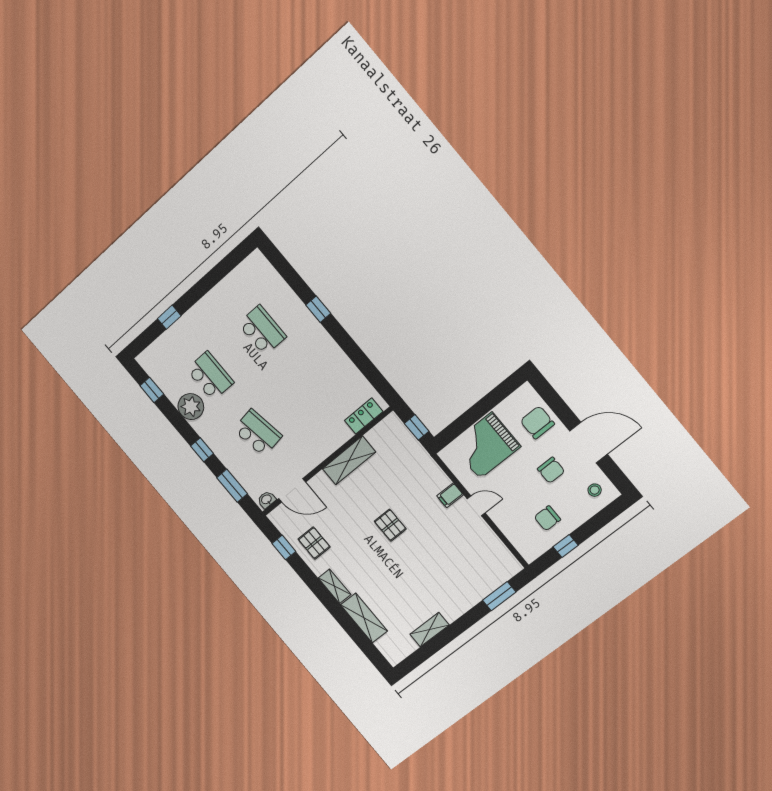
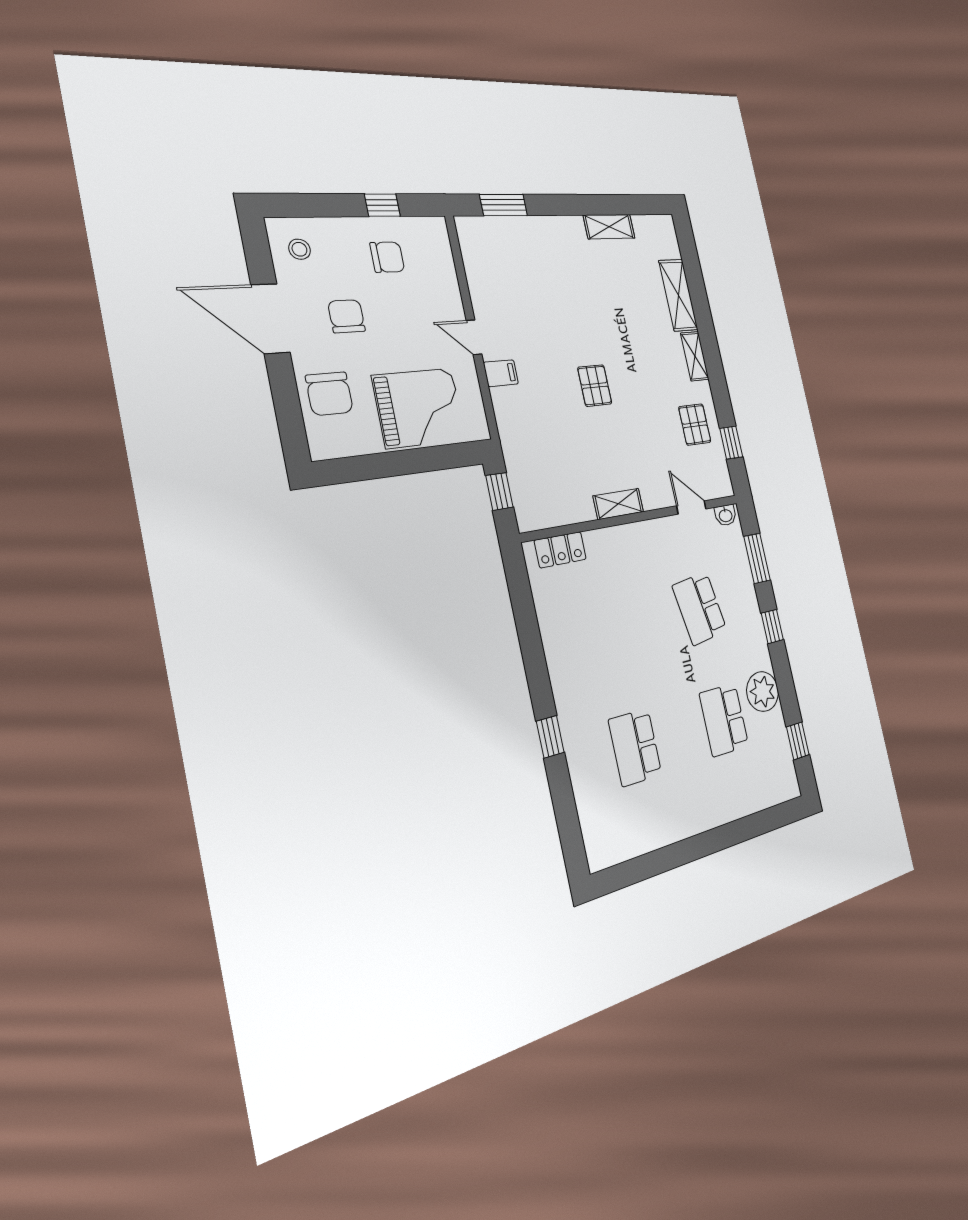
window: (169, 317) -> (740, 831), removed
shelving: (349, 460) -> (618, 504), width x0.67, depth x0.75
door: (292, 490) -> (691, 507), width x0.73

